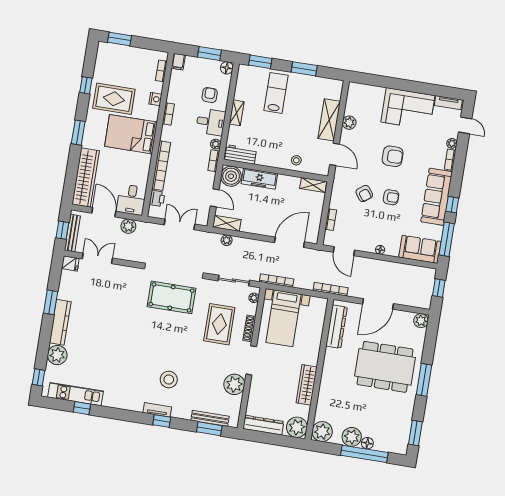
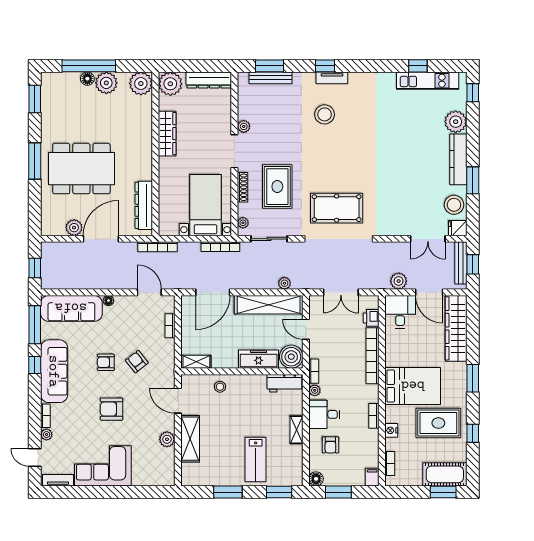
cot: (116, 54) -> (445, 474), added
shelving: (227, 223) -> (269, 305), width x2.20, depth x1.33
sofa: (420, 249) -> (71, 308), width x1.36
stool: (70, 284) -> (454, 205), added
plant: (421, 321) -> (74, 228), moved
plant: (234, 384) -> (244, 126), width x0.53, depth x0.53

